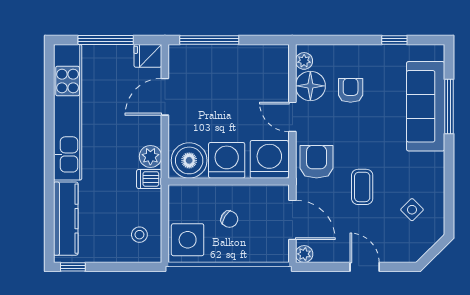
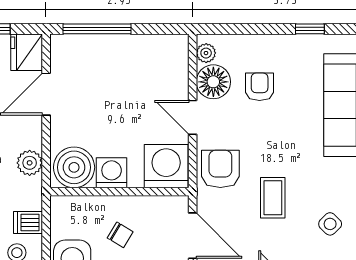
fridge: (148, 56) -> (27, 52), width x1.38
washing machine: (227, 160) -> (112, 173), width x0.73, depth x0.73
dishwasher: (149, 179) -> (28, 223), moved

